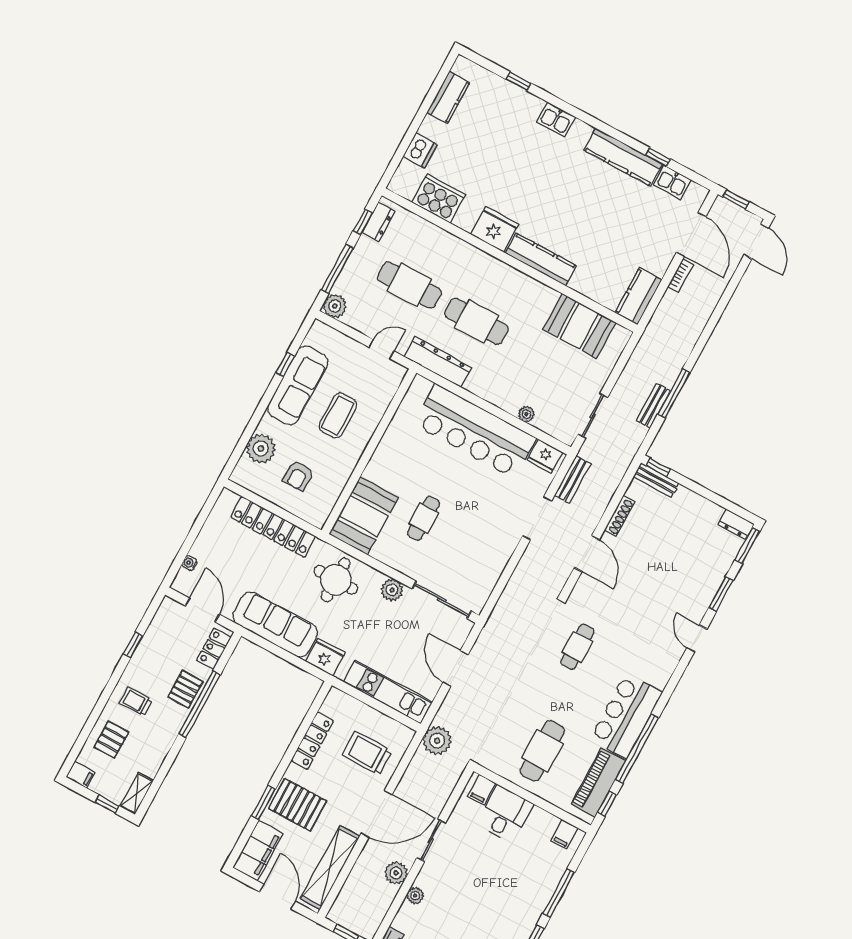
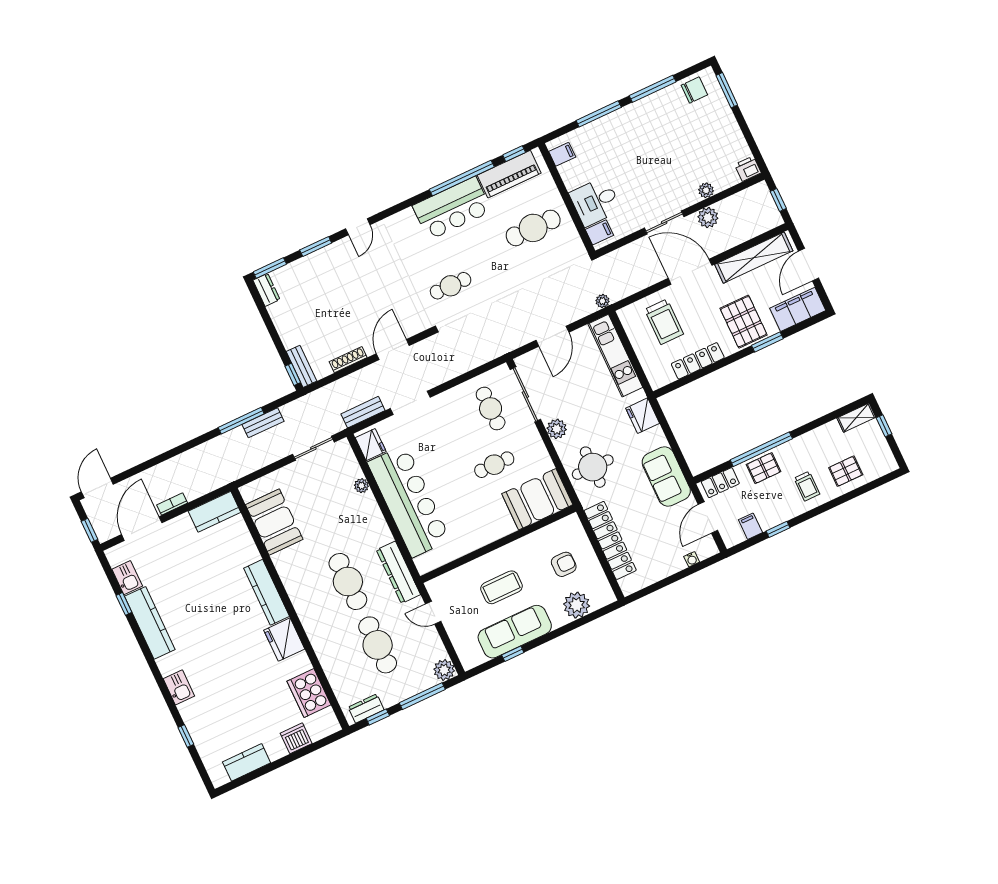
cafe table: (463, 565) -> (491, 408), added
sofa: (275, 624) -> (666, 476), width x0.73
plant: (437, 741) -> (602, 301), width x0.53, depth x0.53
filing cabinet: (81, 775) -> (750, 526), moved

